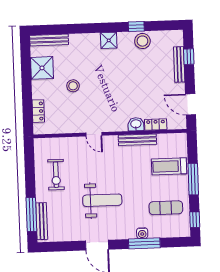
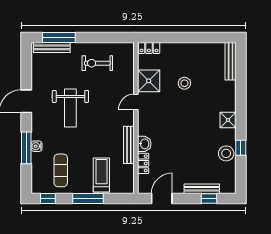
shower: (42, 68) -> (149, 81), moved
locker: (38, 111) -> (149, 48), moved

